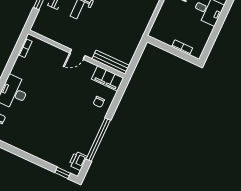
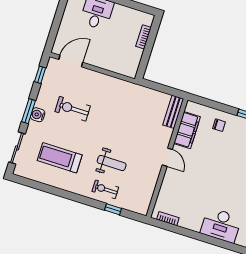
bench: (111, 62) -> (173, 112), width x0.73
filing cabinet: (108, 79) -> (187, 130), moved

